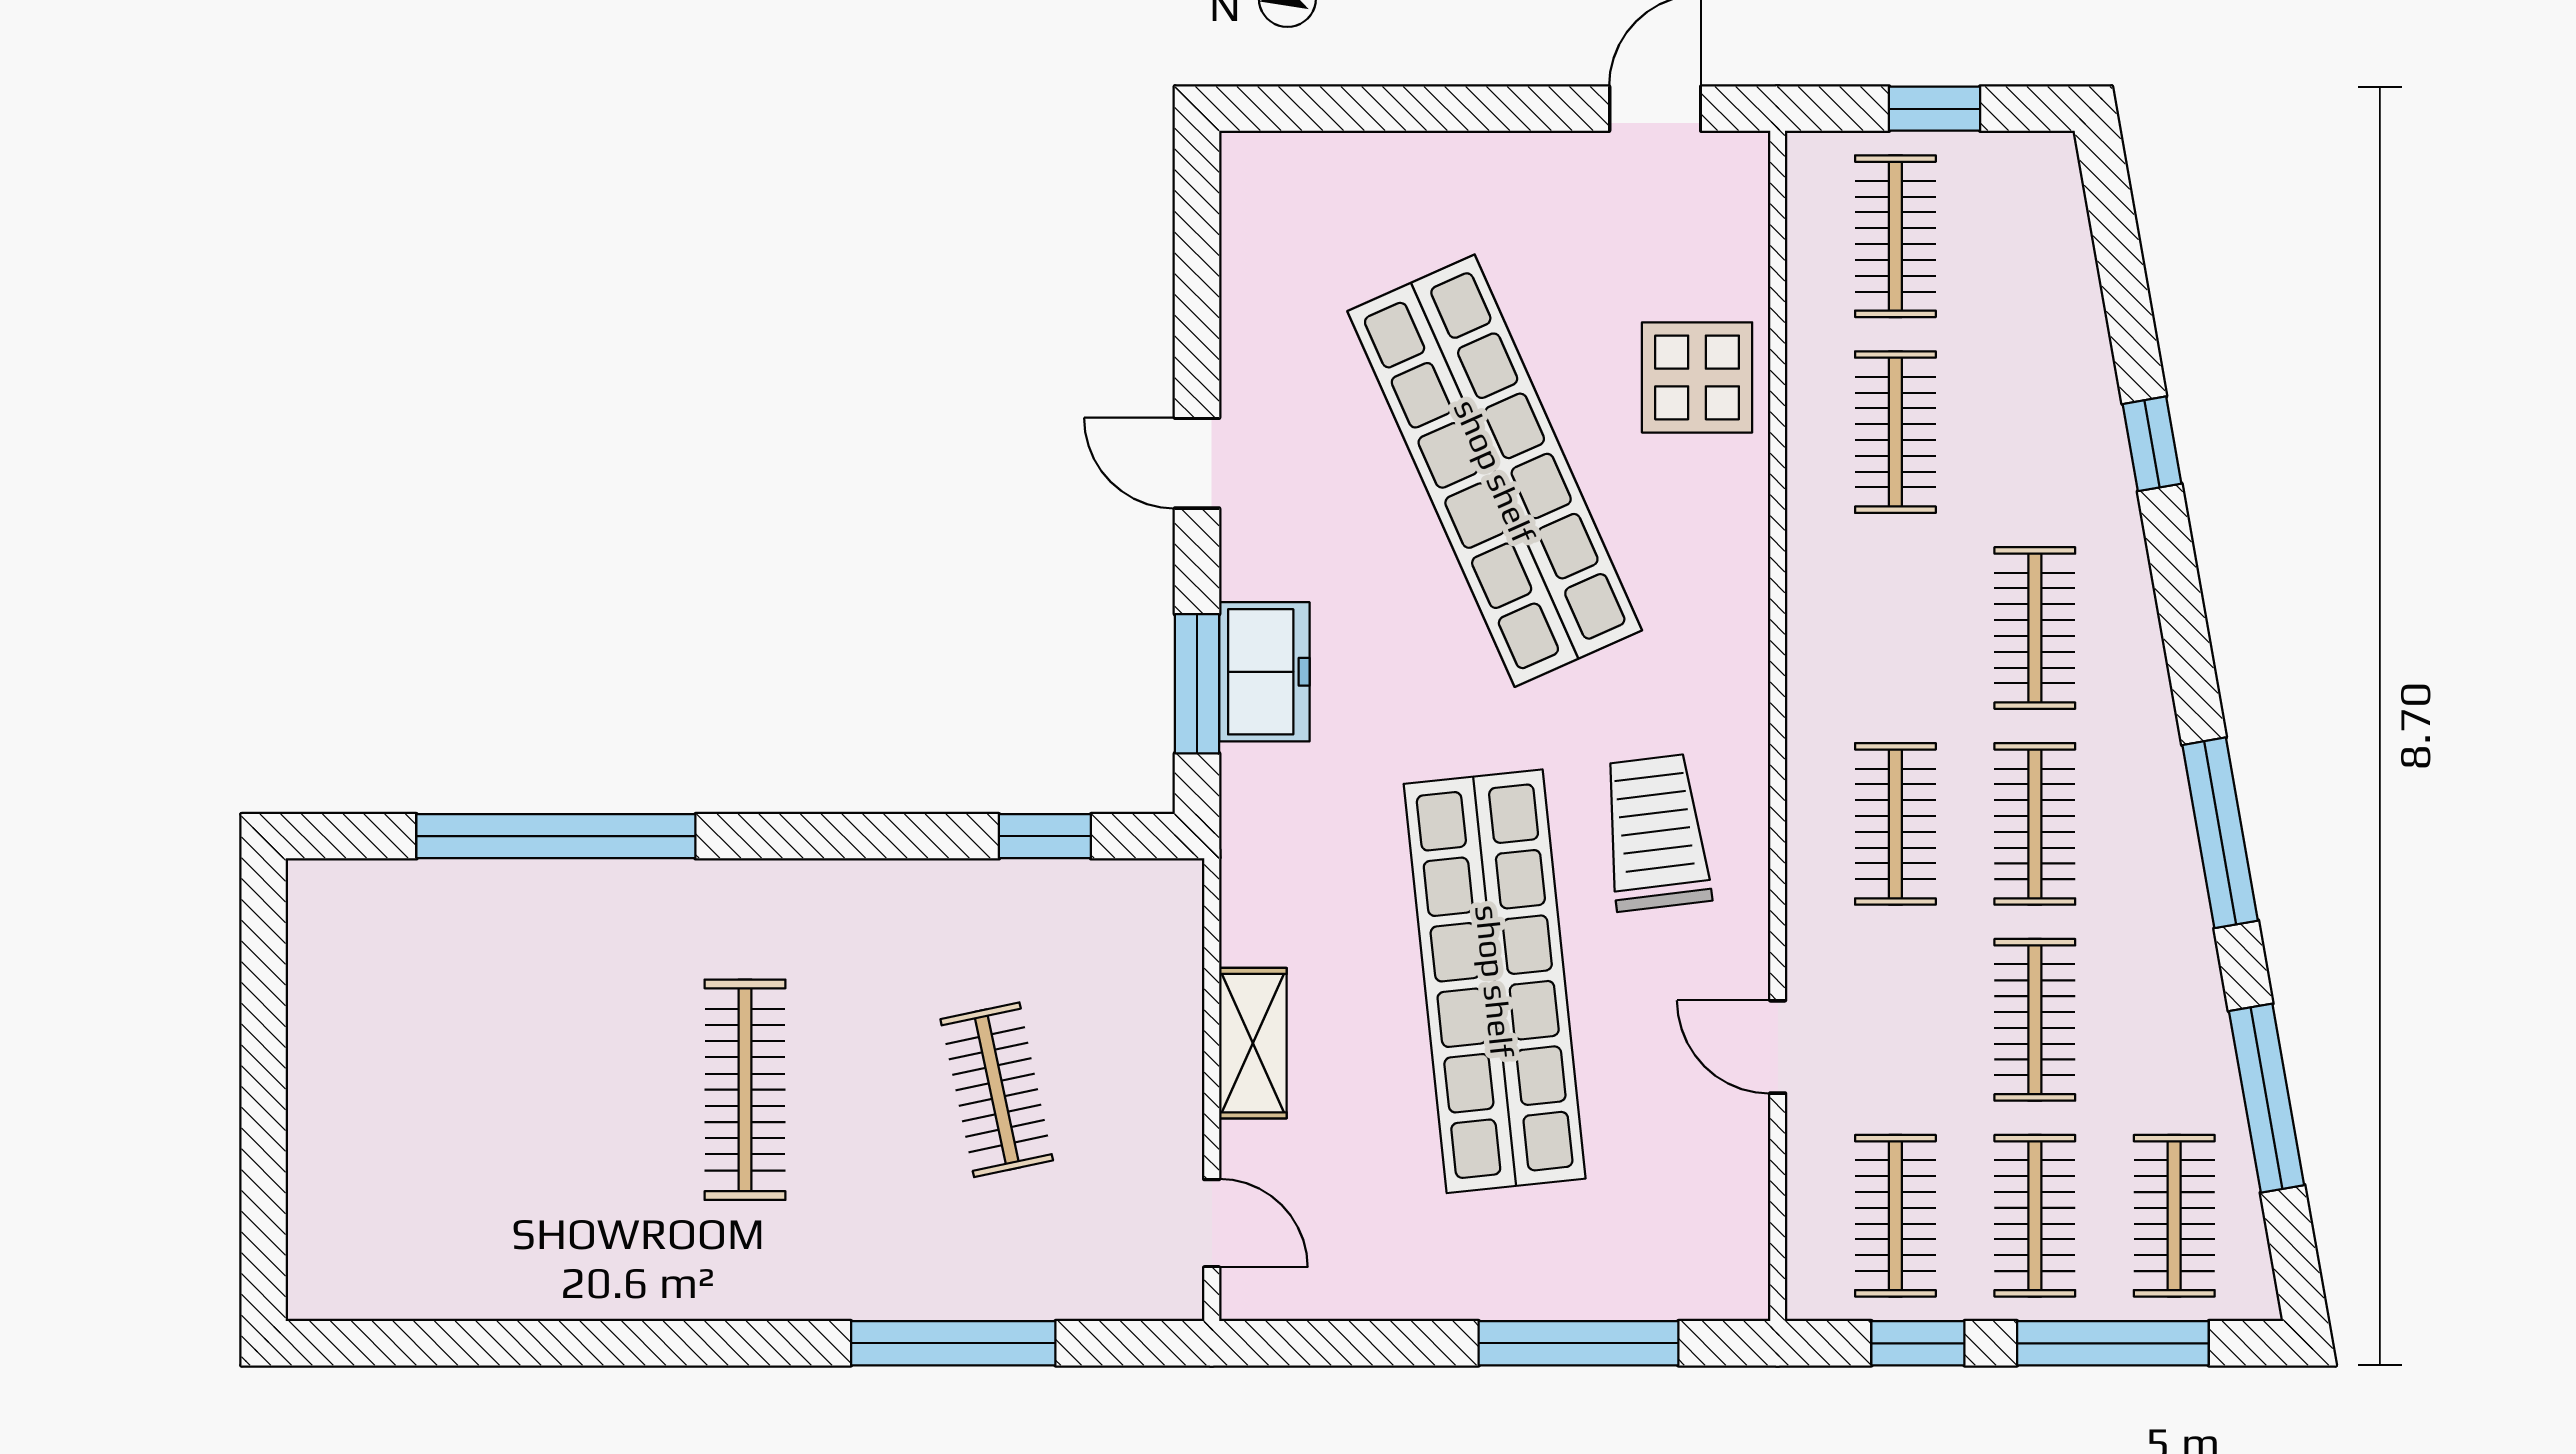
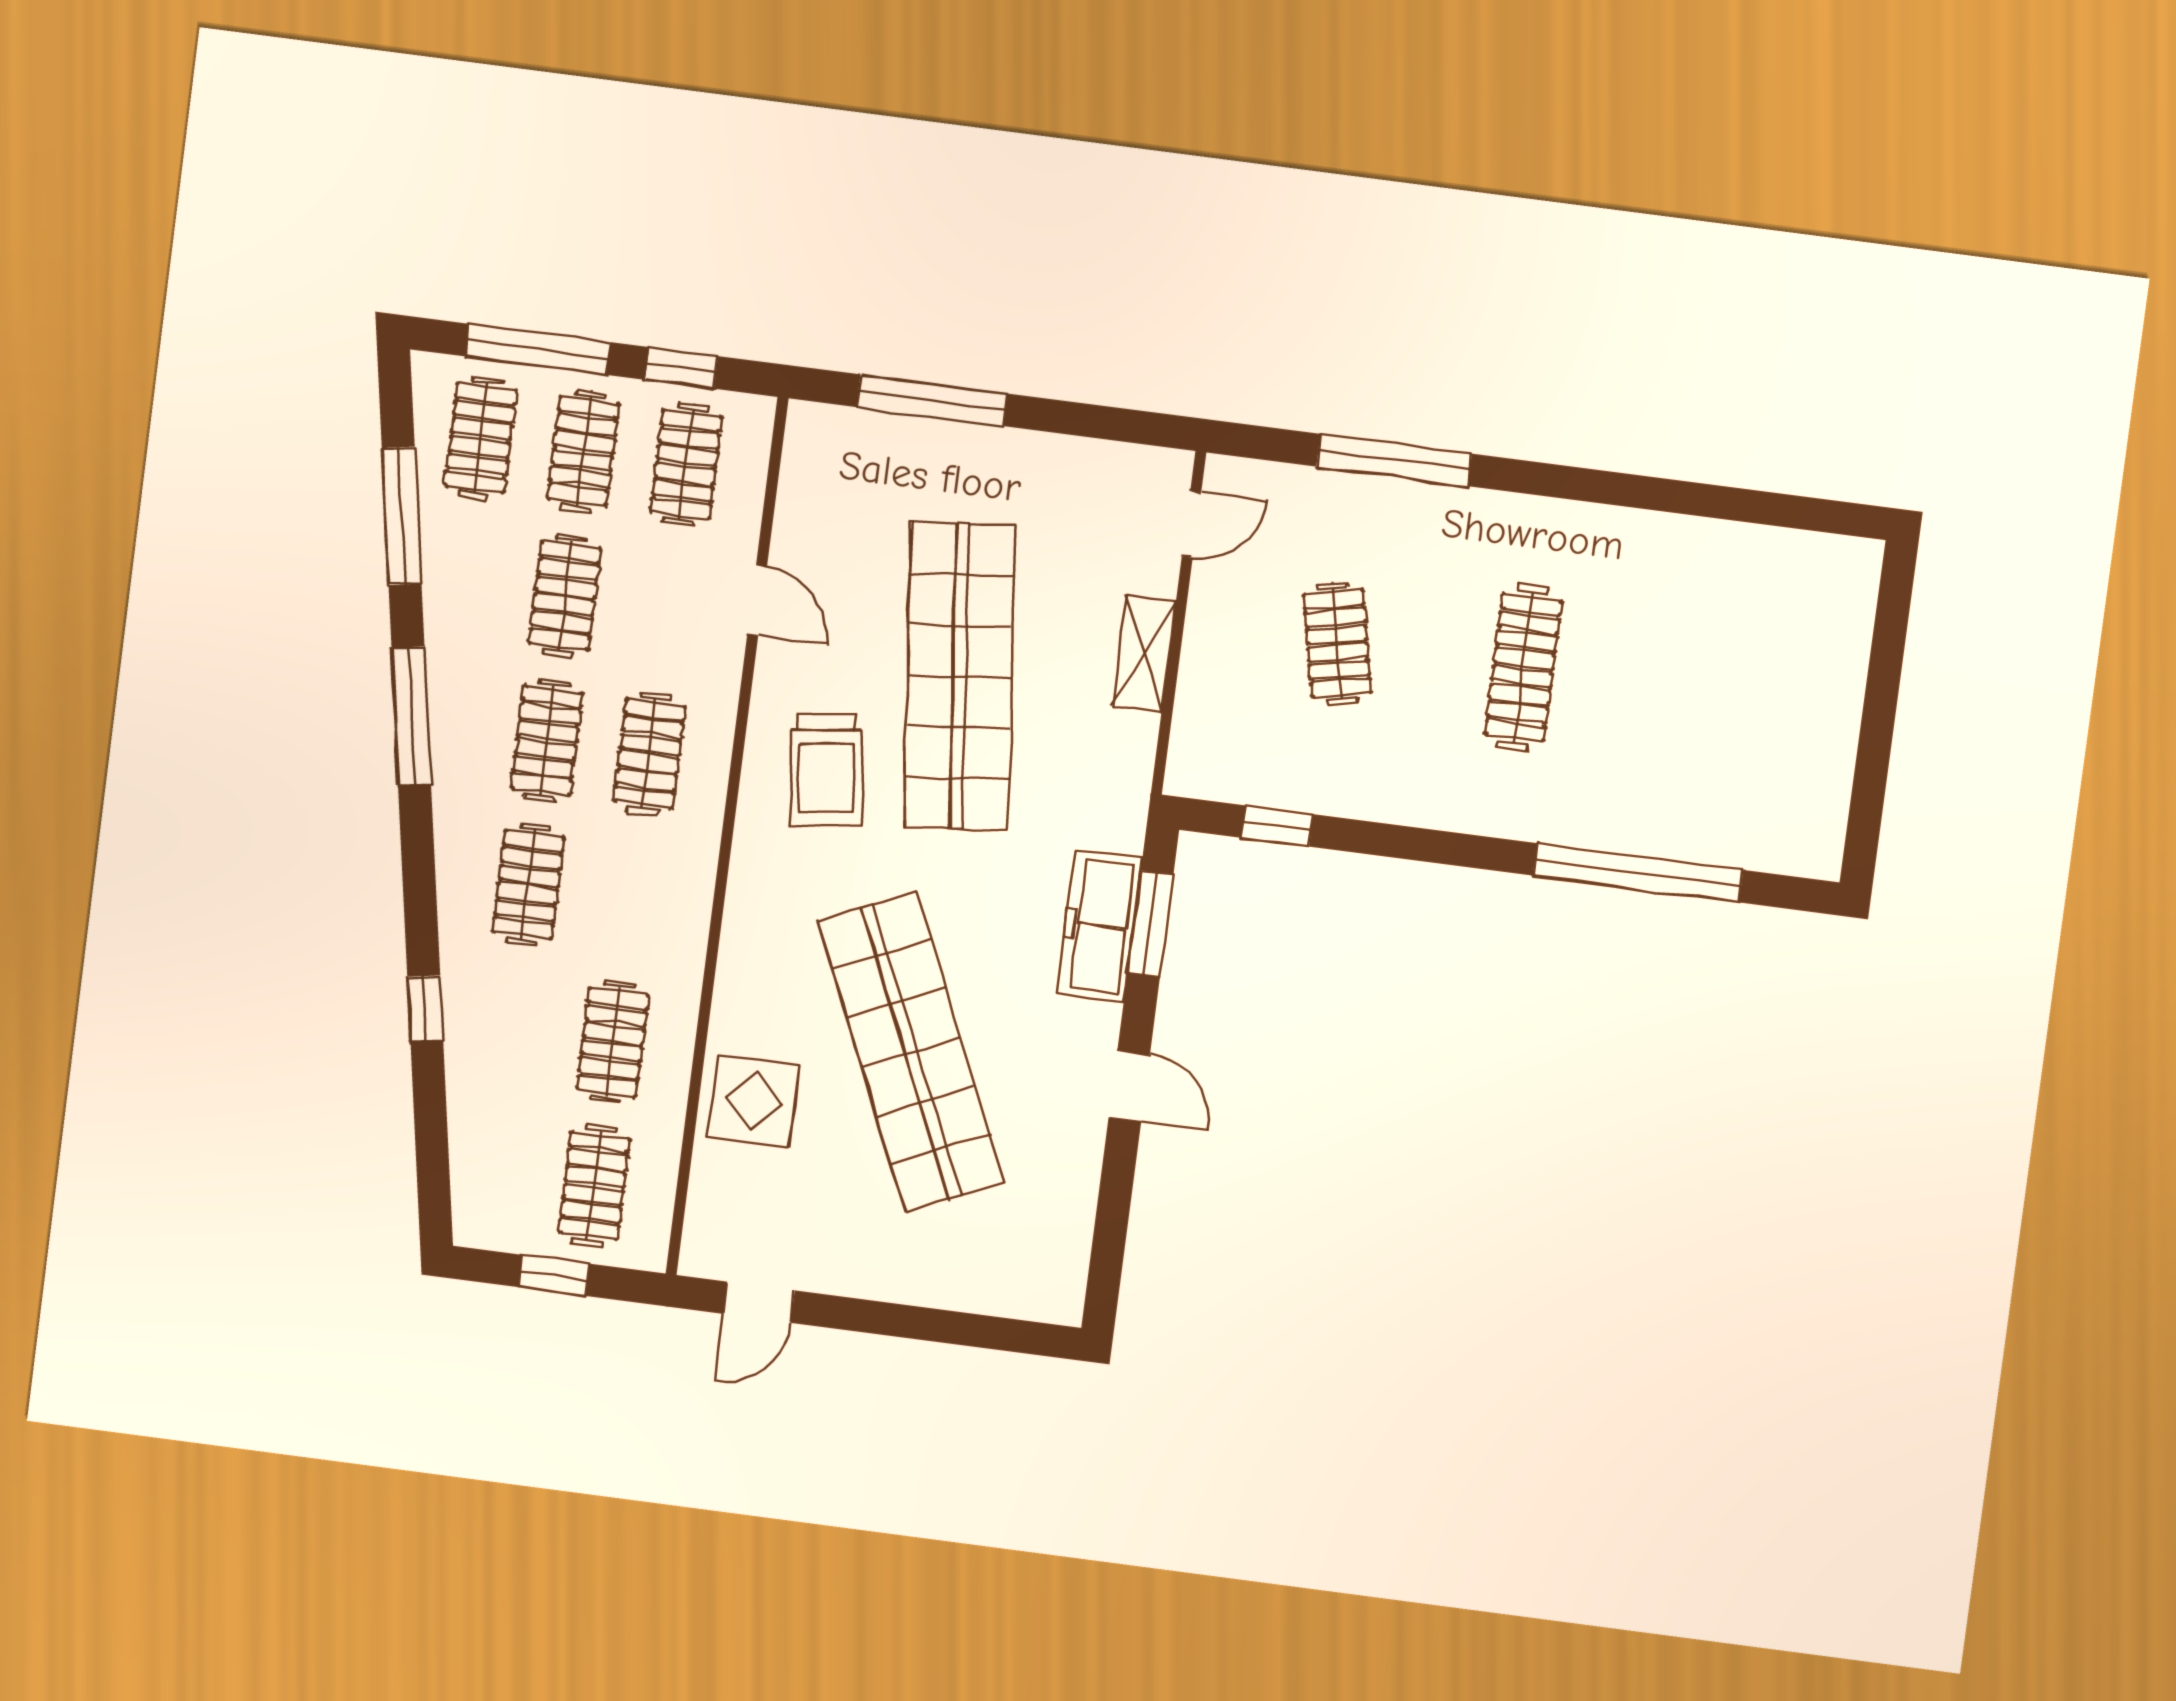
freezer: (1264, 672) -> (1100, 926), width x1.40
door: (1212, 1223) -> (1191, 524), swing flipped

